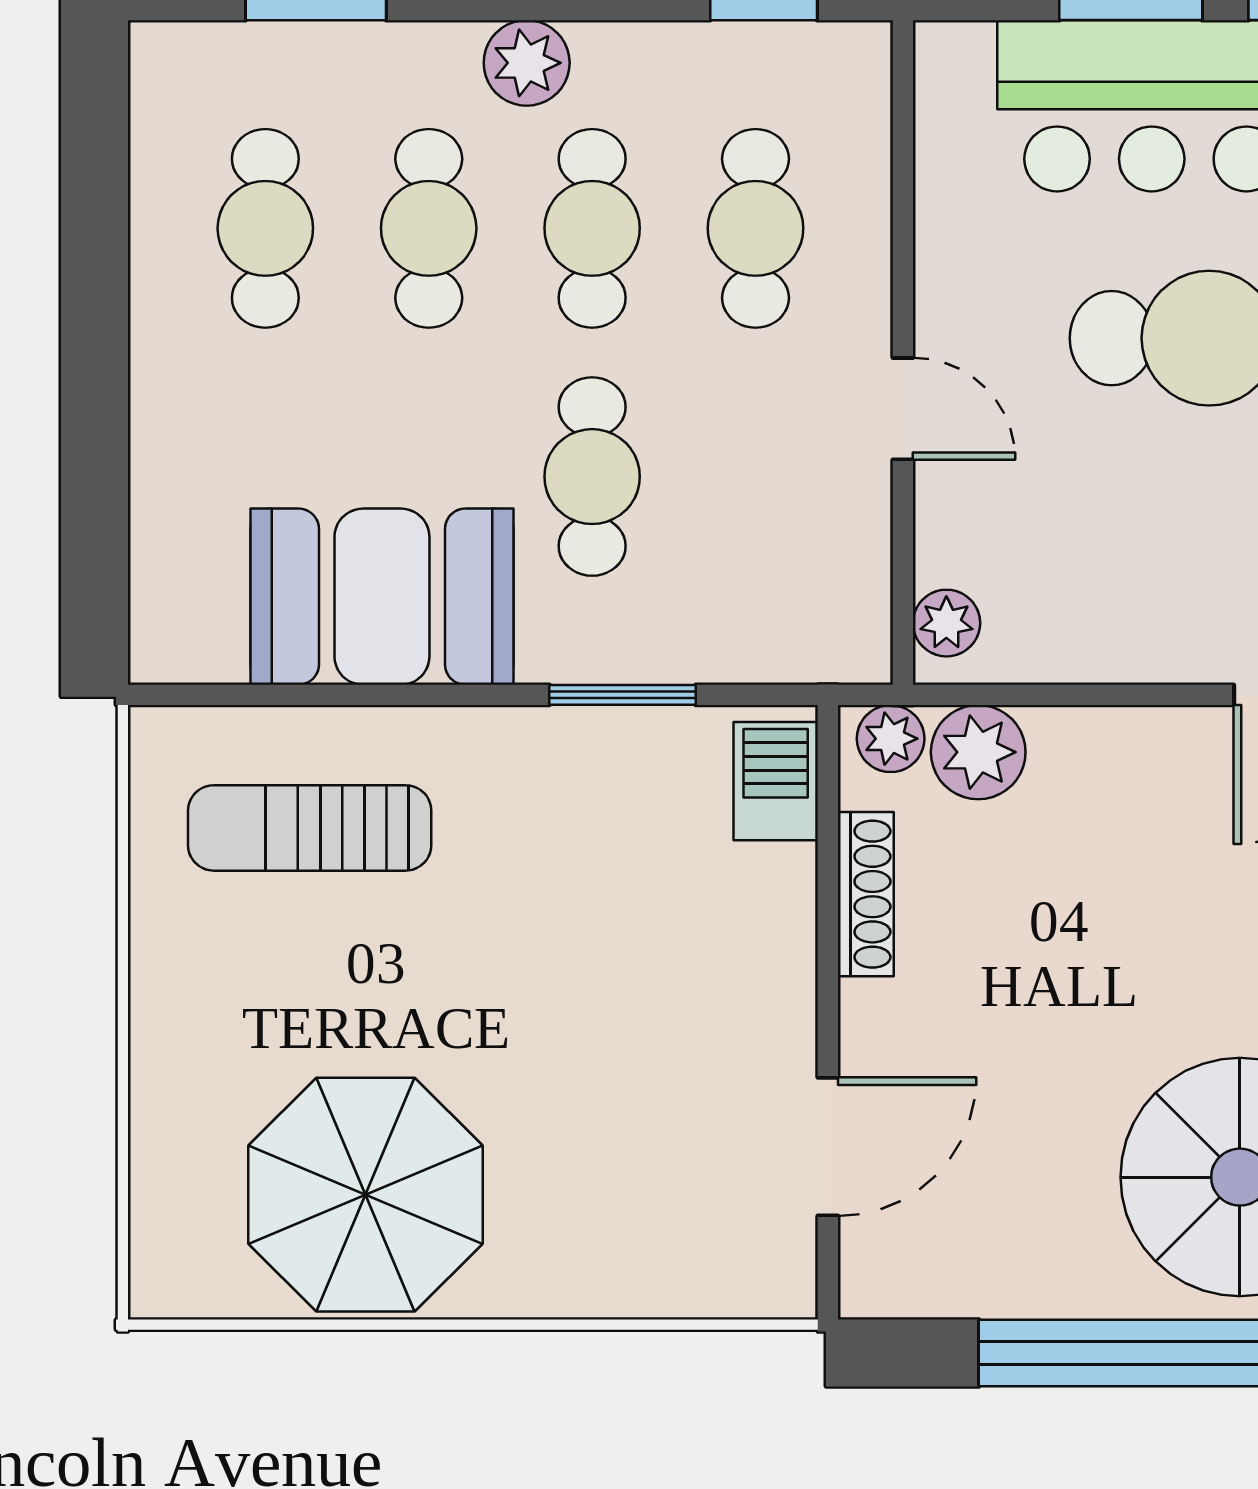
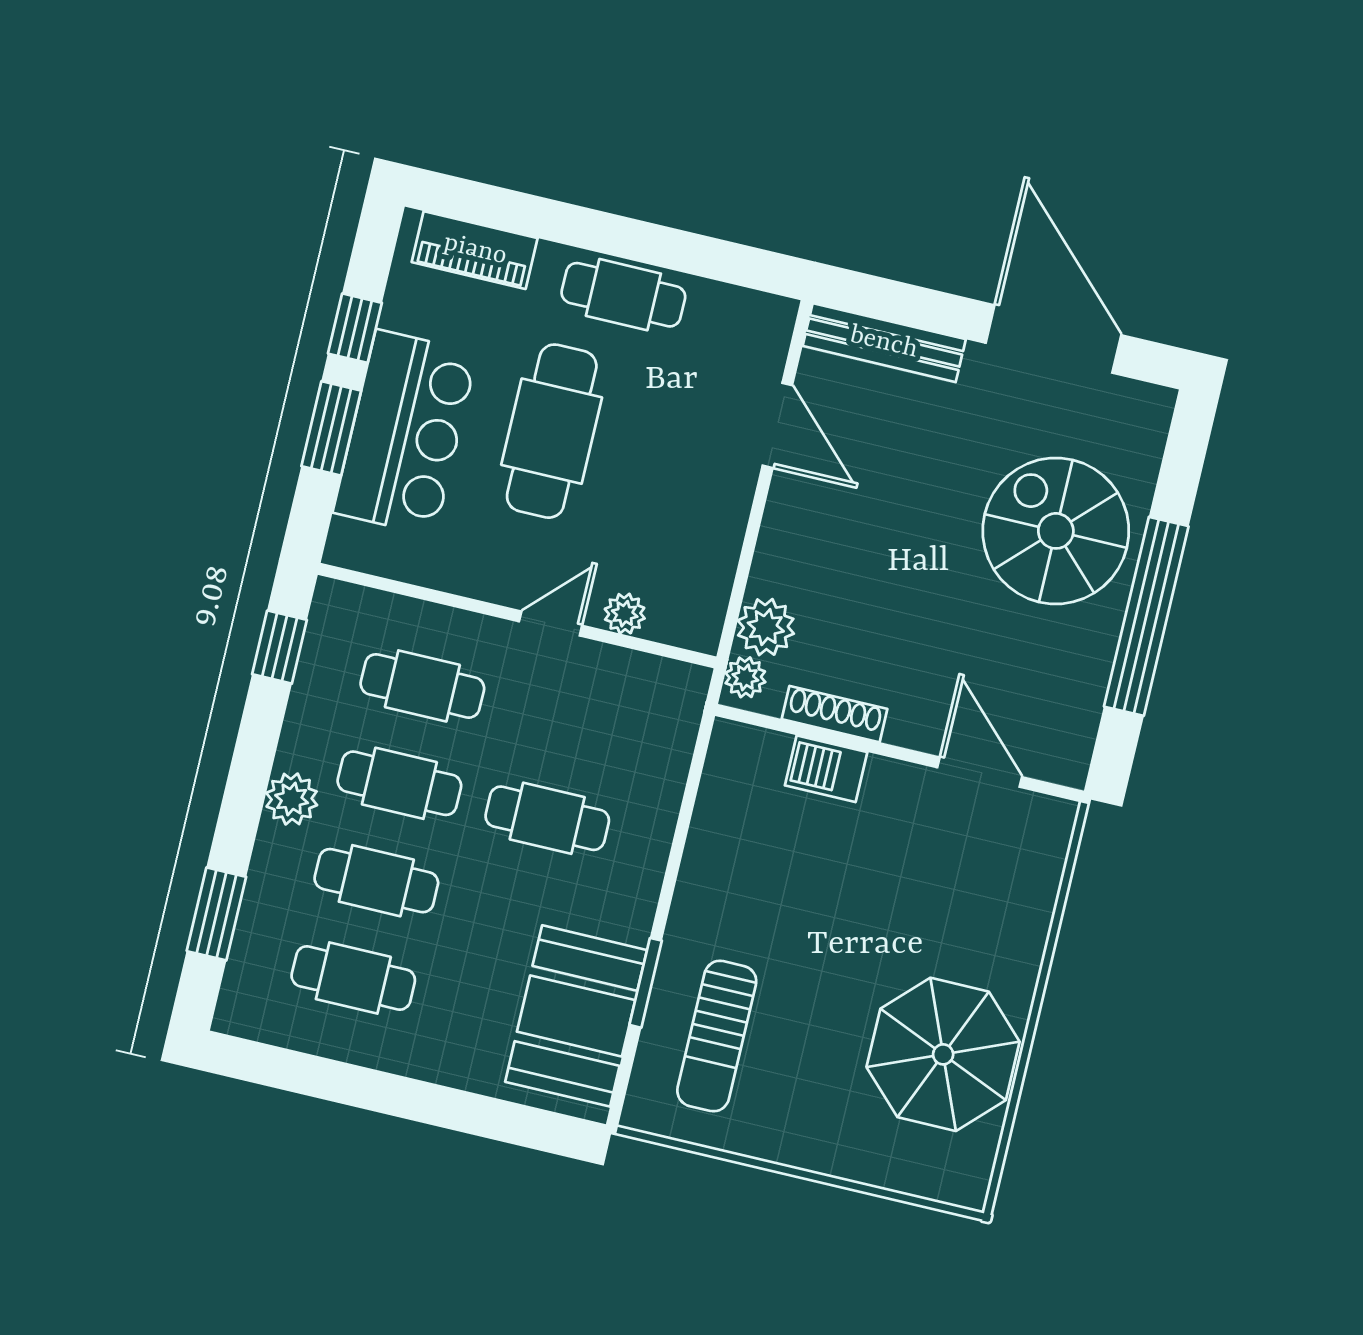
booth: (382, 597) -> (576, 1016), moved
plant: (946, 623) -> (625, 614), moved
window: (623, 695) -> (646, 983), moved
barbecue: (776, 781) -> (826, 769), moved

